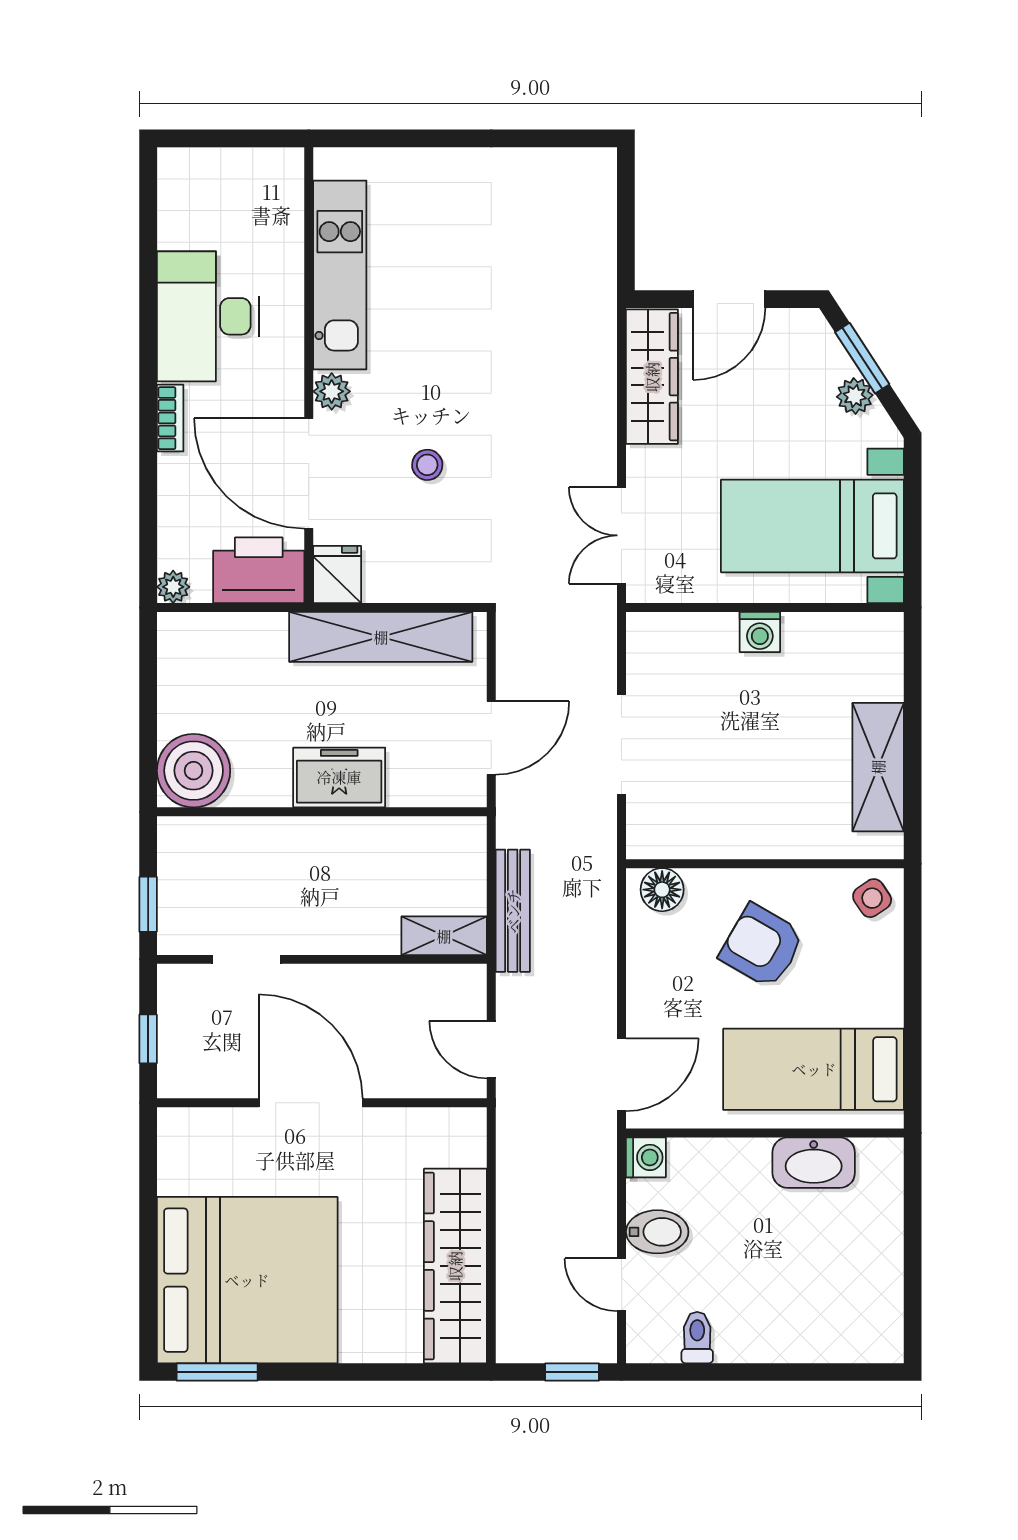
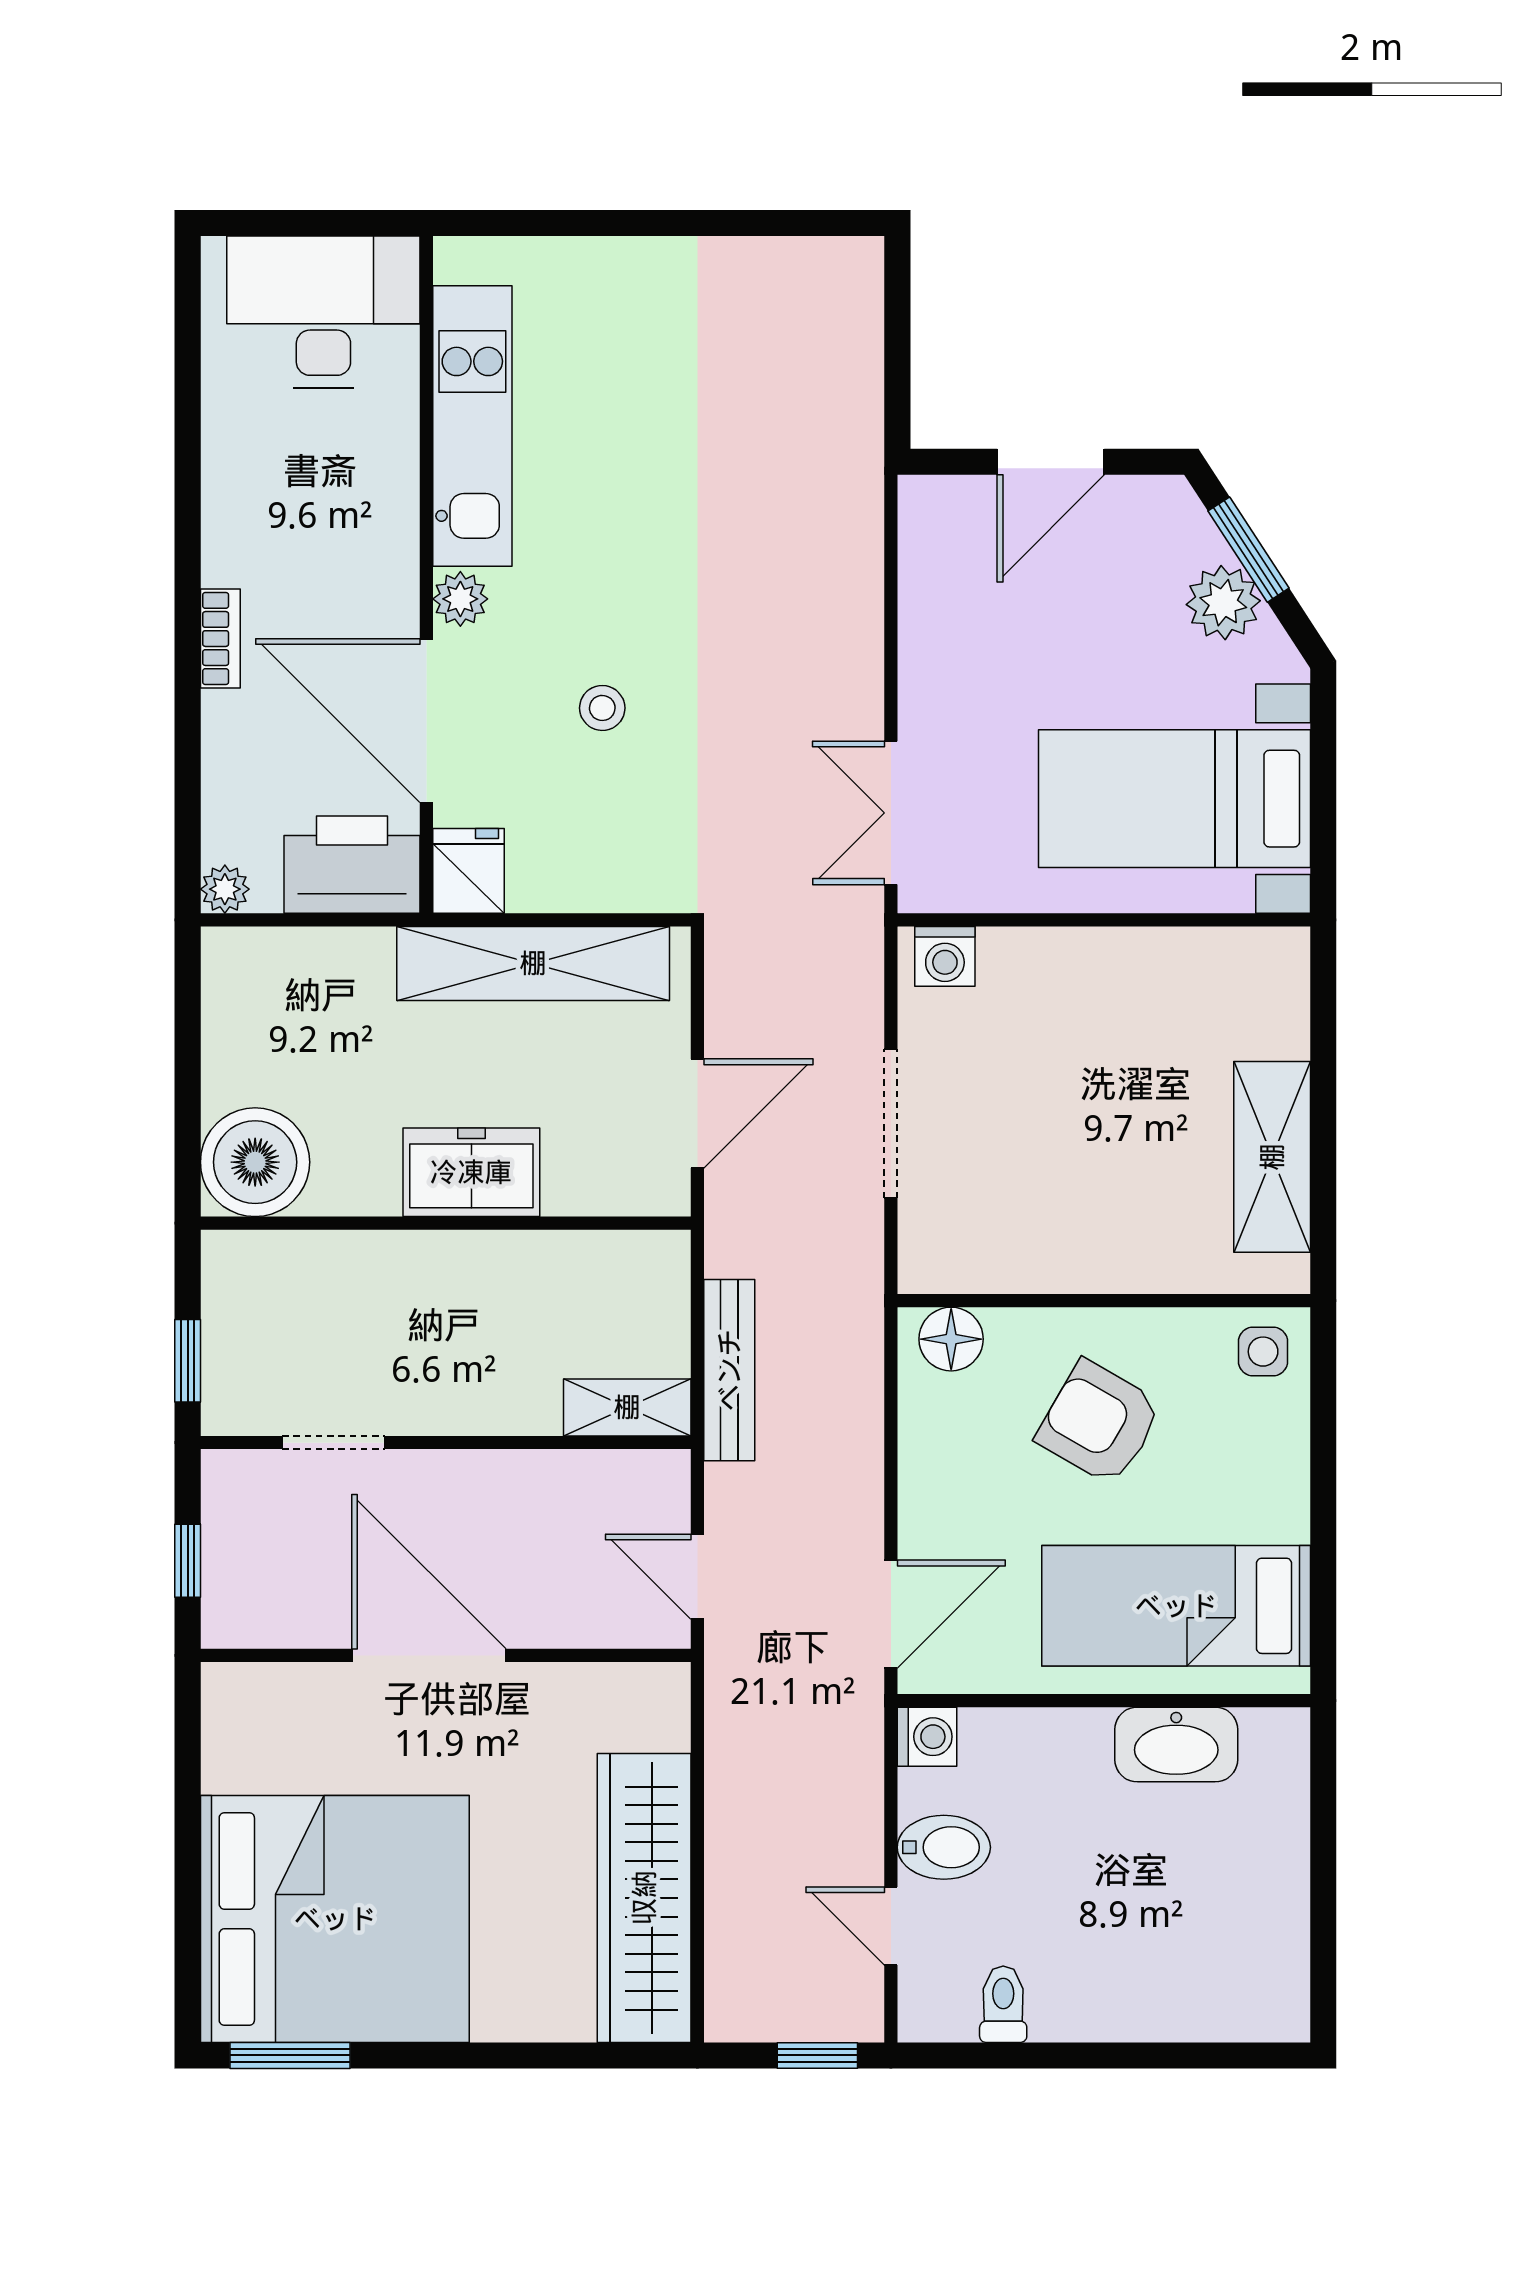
desk: (208, 316) -> (323, 312), moved, turned 90
wardrobe: (652, 377) -> (936, 577), removed
plant: (855, 396) -> (1223, 603), width x1.38, depth x1.38
washing machine: (760, 632) -> (945, 956), moved
side table: (872, 898) -> (1263, 1352), turned 34

